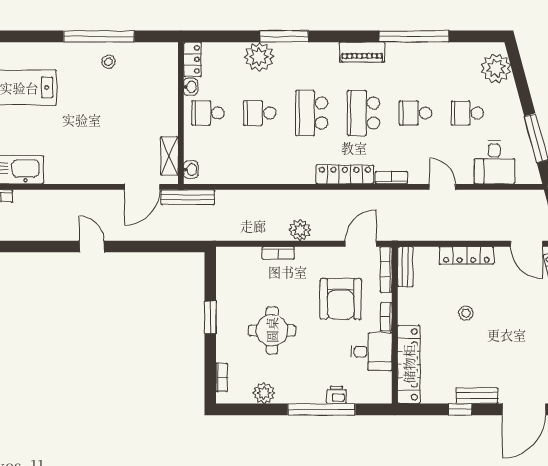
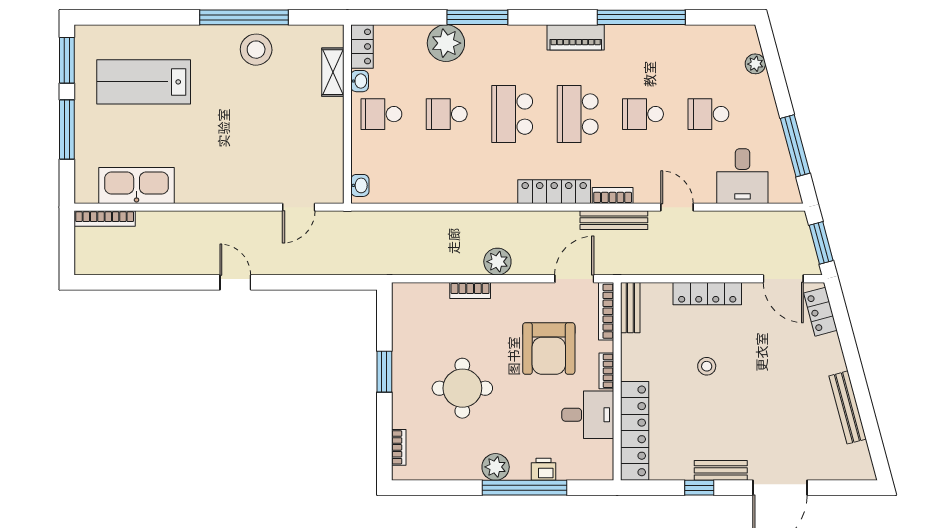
stool: (108, 62) -> (256, 50), width x1.89, depth x1.89
plant: (496, 68) -> (755, 64), width x0.53, depth x0.53
shelving: (169, 156) -> (333, 72), moved
door: (142, 187) -> (299, 207), width x0.73
bench: (188, 197) -> (614, 220), moved
plant: (264, 393) -> (496, 467), moved

